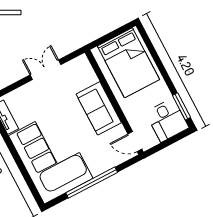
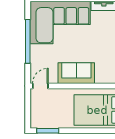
desk: (167, 120) -> (44, 116), removed

